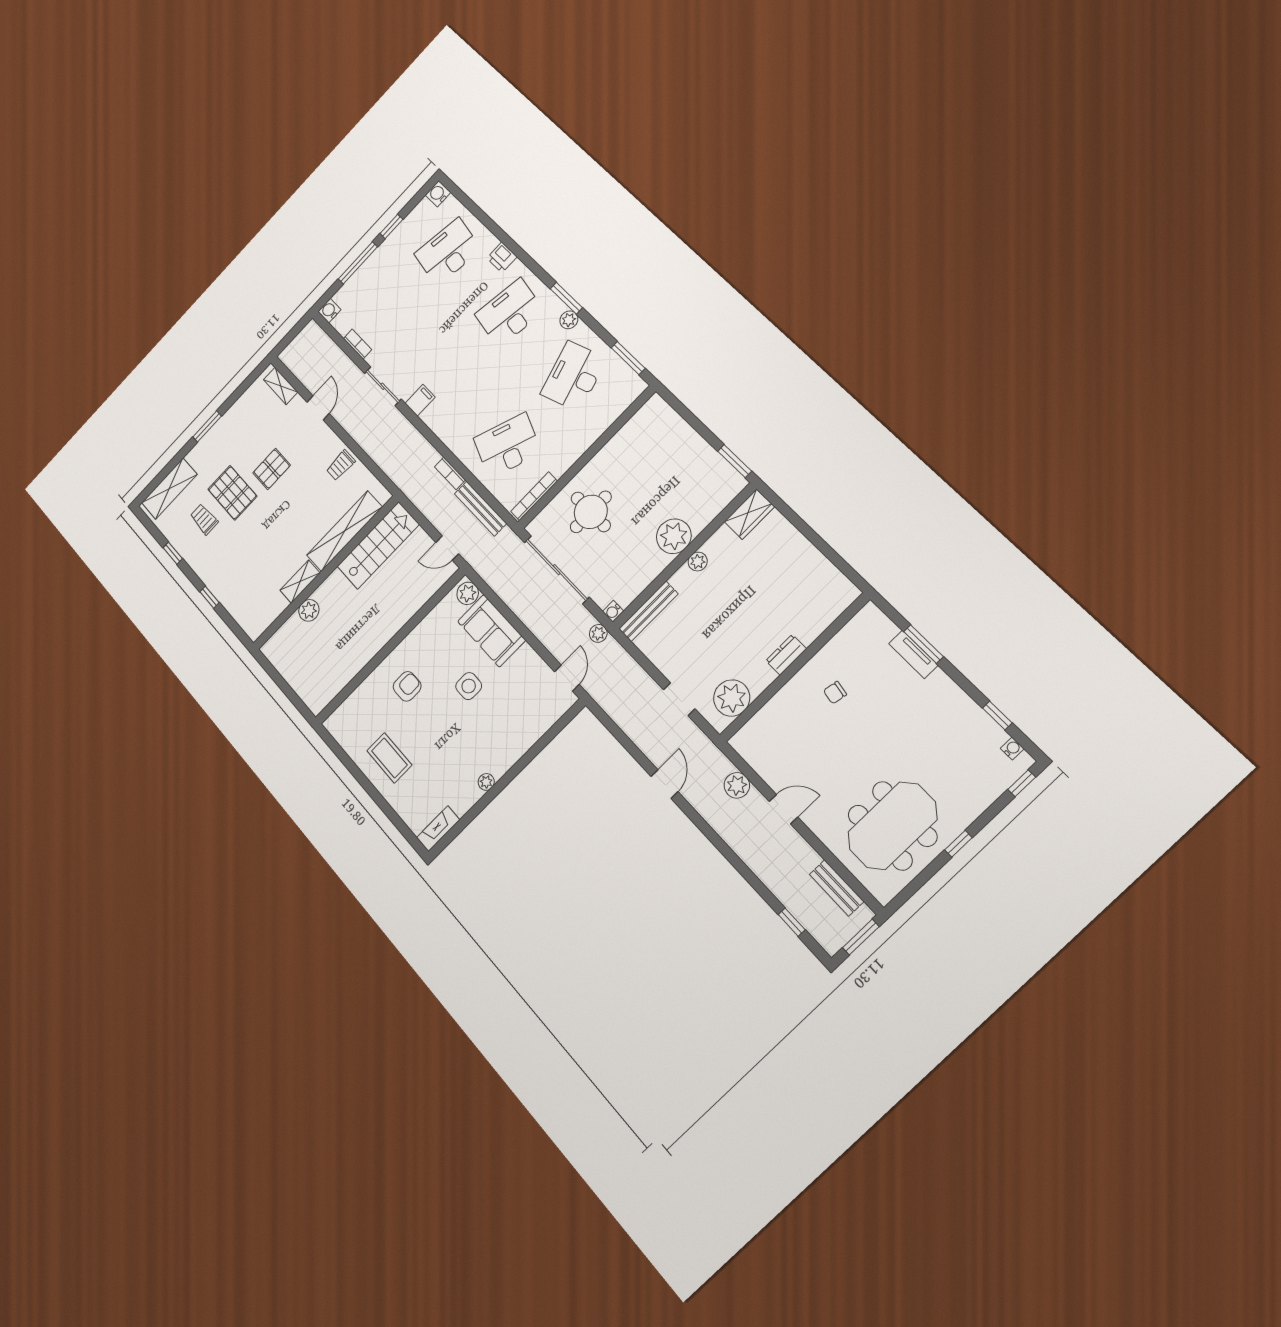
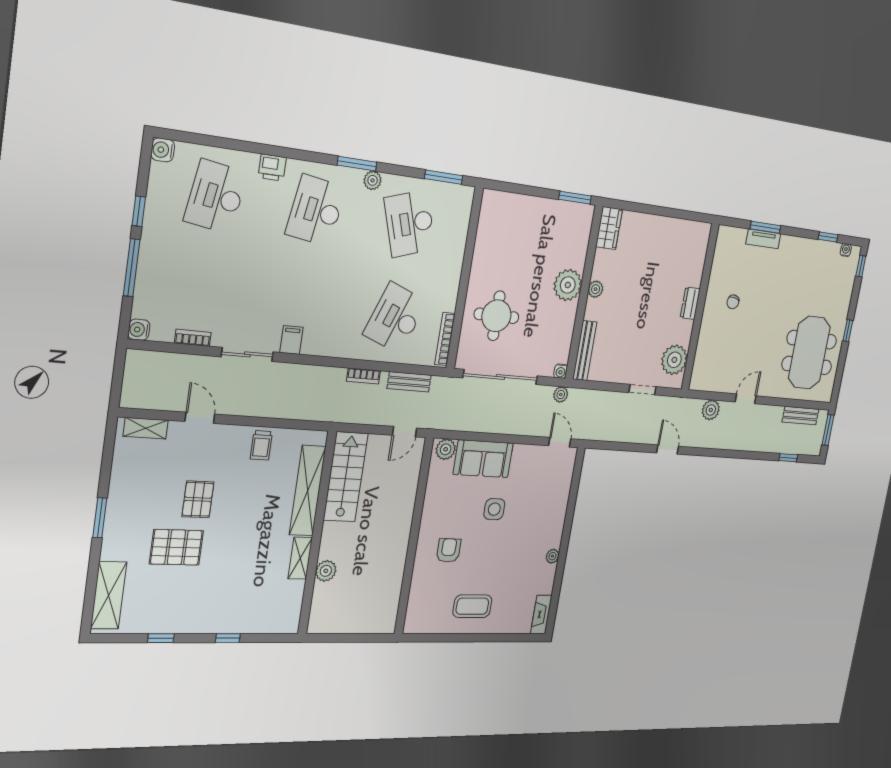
bench: (480, 509) -> (409, 382), width x0.73
trolley: (204, 519) -> (167, 589), removed

